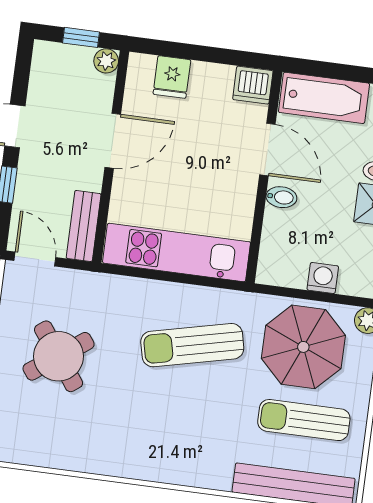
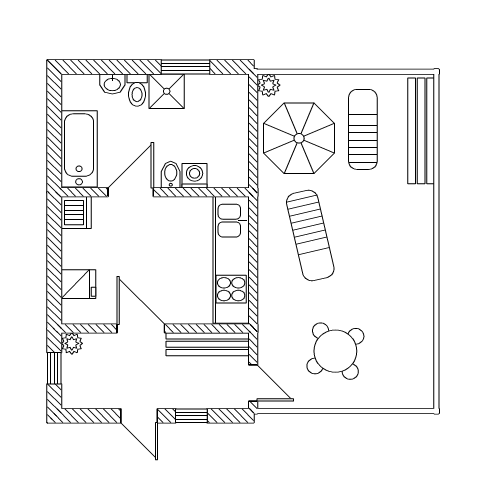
bench: (84, 226) -> (208, 344), width x1.36
door: (35, 259) -> (253, 383), swing flipped
washing machine: (323, 278) -> (195, 176), moved, turned 90
sun lounger: (304, 420) -> (363, 129), turned 180

